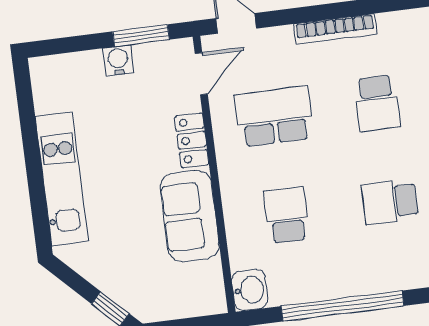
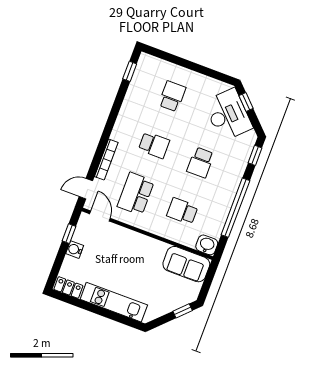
bookcase: (335, 29) -> (106, 160), moved
window: (141, 36) -> (69, 234), width x0.67
locker: (192, 140) -> (68, 287), moved, turned 180
sofa: (190, 216) -> (186, 264), moved

